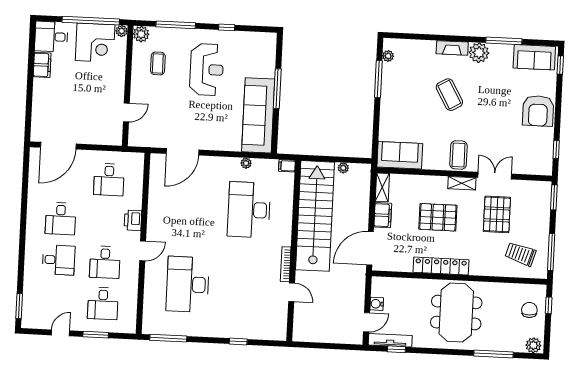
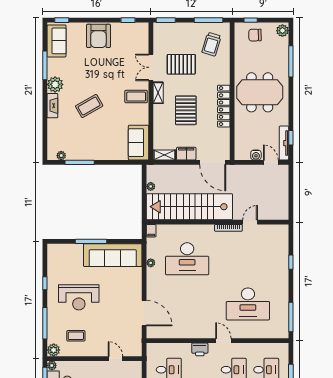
reception desk: (207, 70) -> (79, 297), turned 180
armchair: (538, 111) -> (98, 36), turned 90

